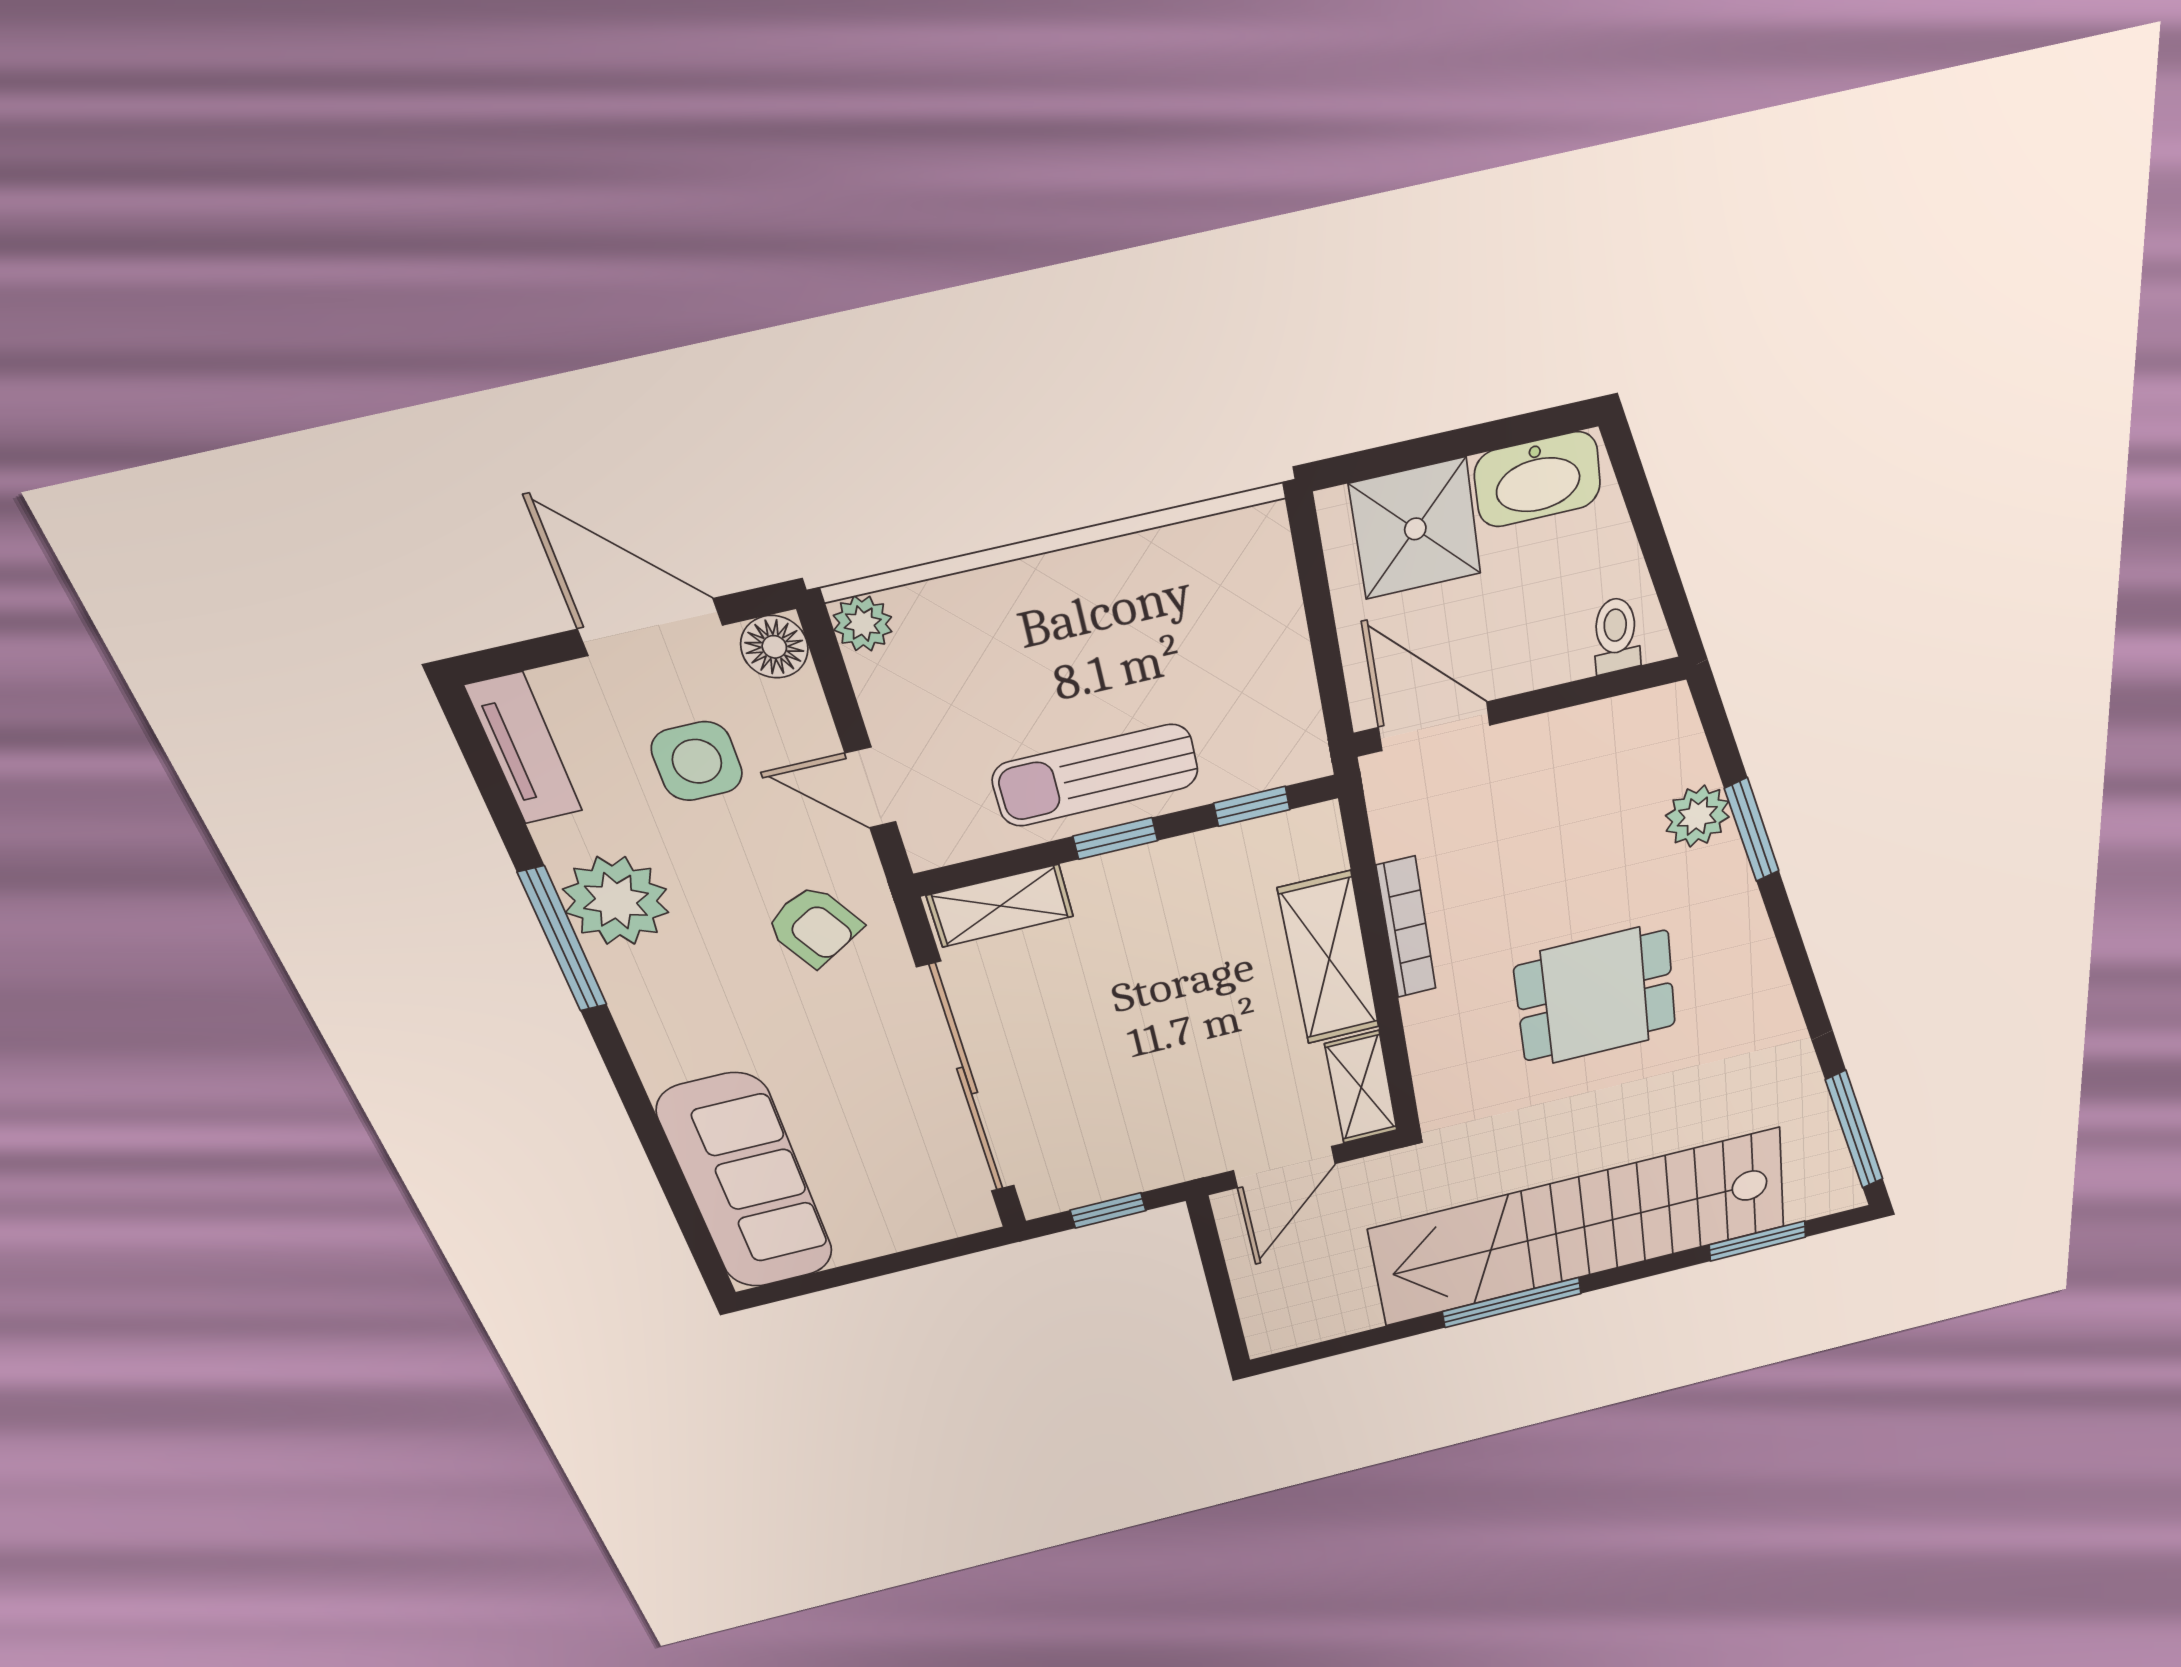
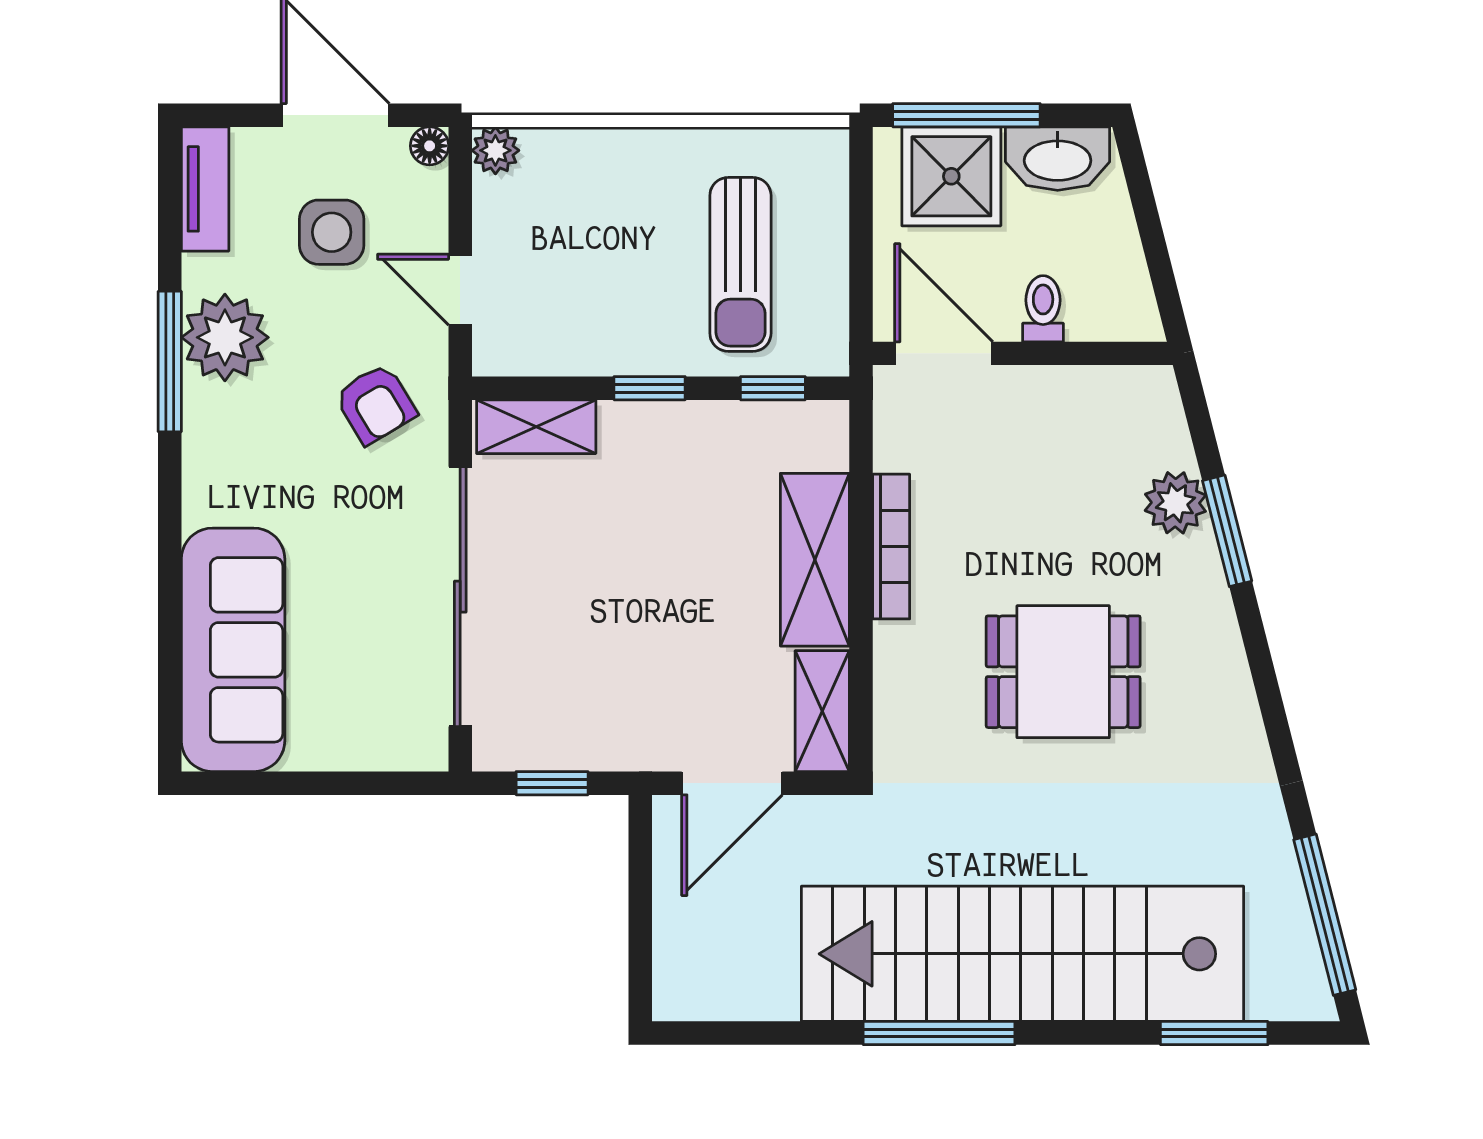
window: (1423, 451) -> (966, 115), added
toilet: (1616, 635) -> (1043, 309), moved
floor lamp: (774, 647) -> (430, 146), width x0.73, depth x0.73
sun lounger: (1096, 775) -> (740, 264), moved, turned -90

